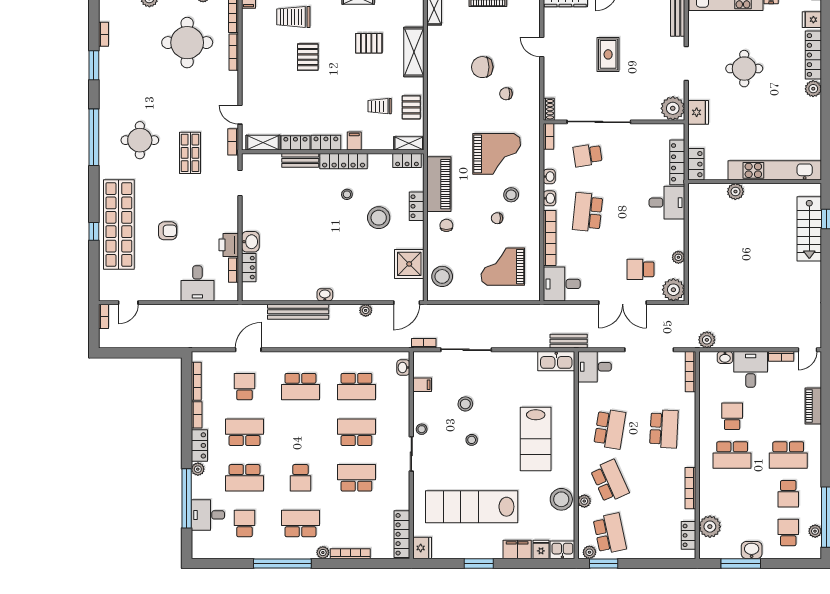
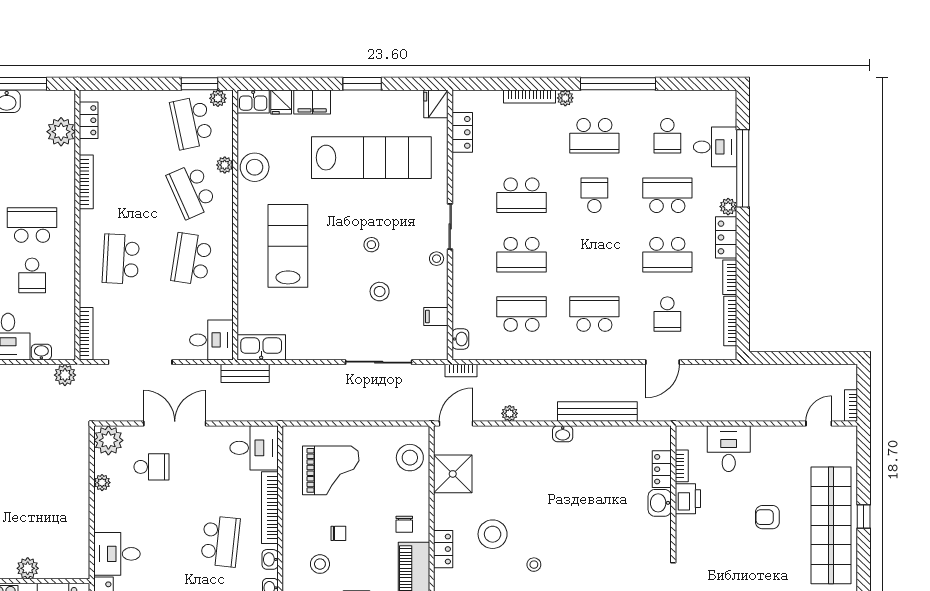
bookcase: (424, 343) -> (461, 371), moved
locker: (402, 534) -> (462, 132), width x0.66

